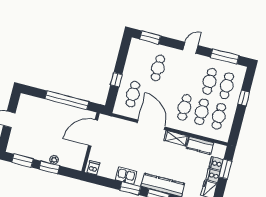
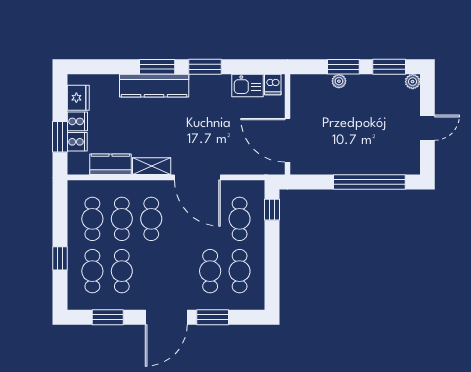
window: (150, 37) -> (213, 317), moved
door: (190, 48) -> (166, 317), width x1.88
window: (225, 56) -> (108, 317), width x0.69
cafe table: (141, 64) -> (240, 271), added
window: (116, 80) -> (272, 210), moved
window: (67, 100) -> (369, 182), moved
door: (93, 133) -> (287, 140), swing flipped
plant: (11, 148) -> (413, 82), added
kitchen sink: (126, 176) -> (248, 85), moved

